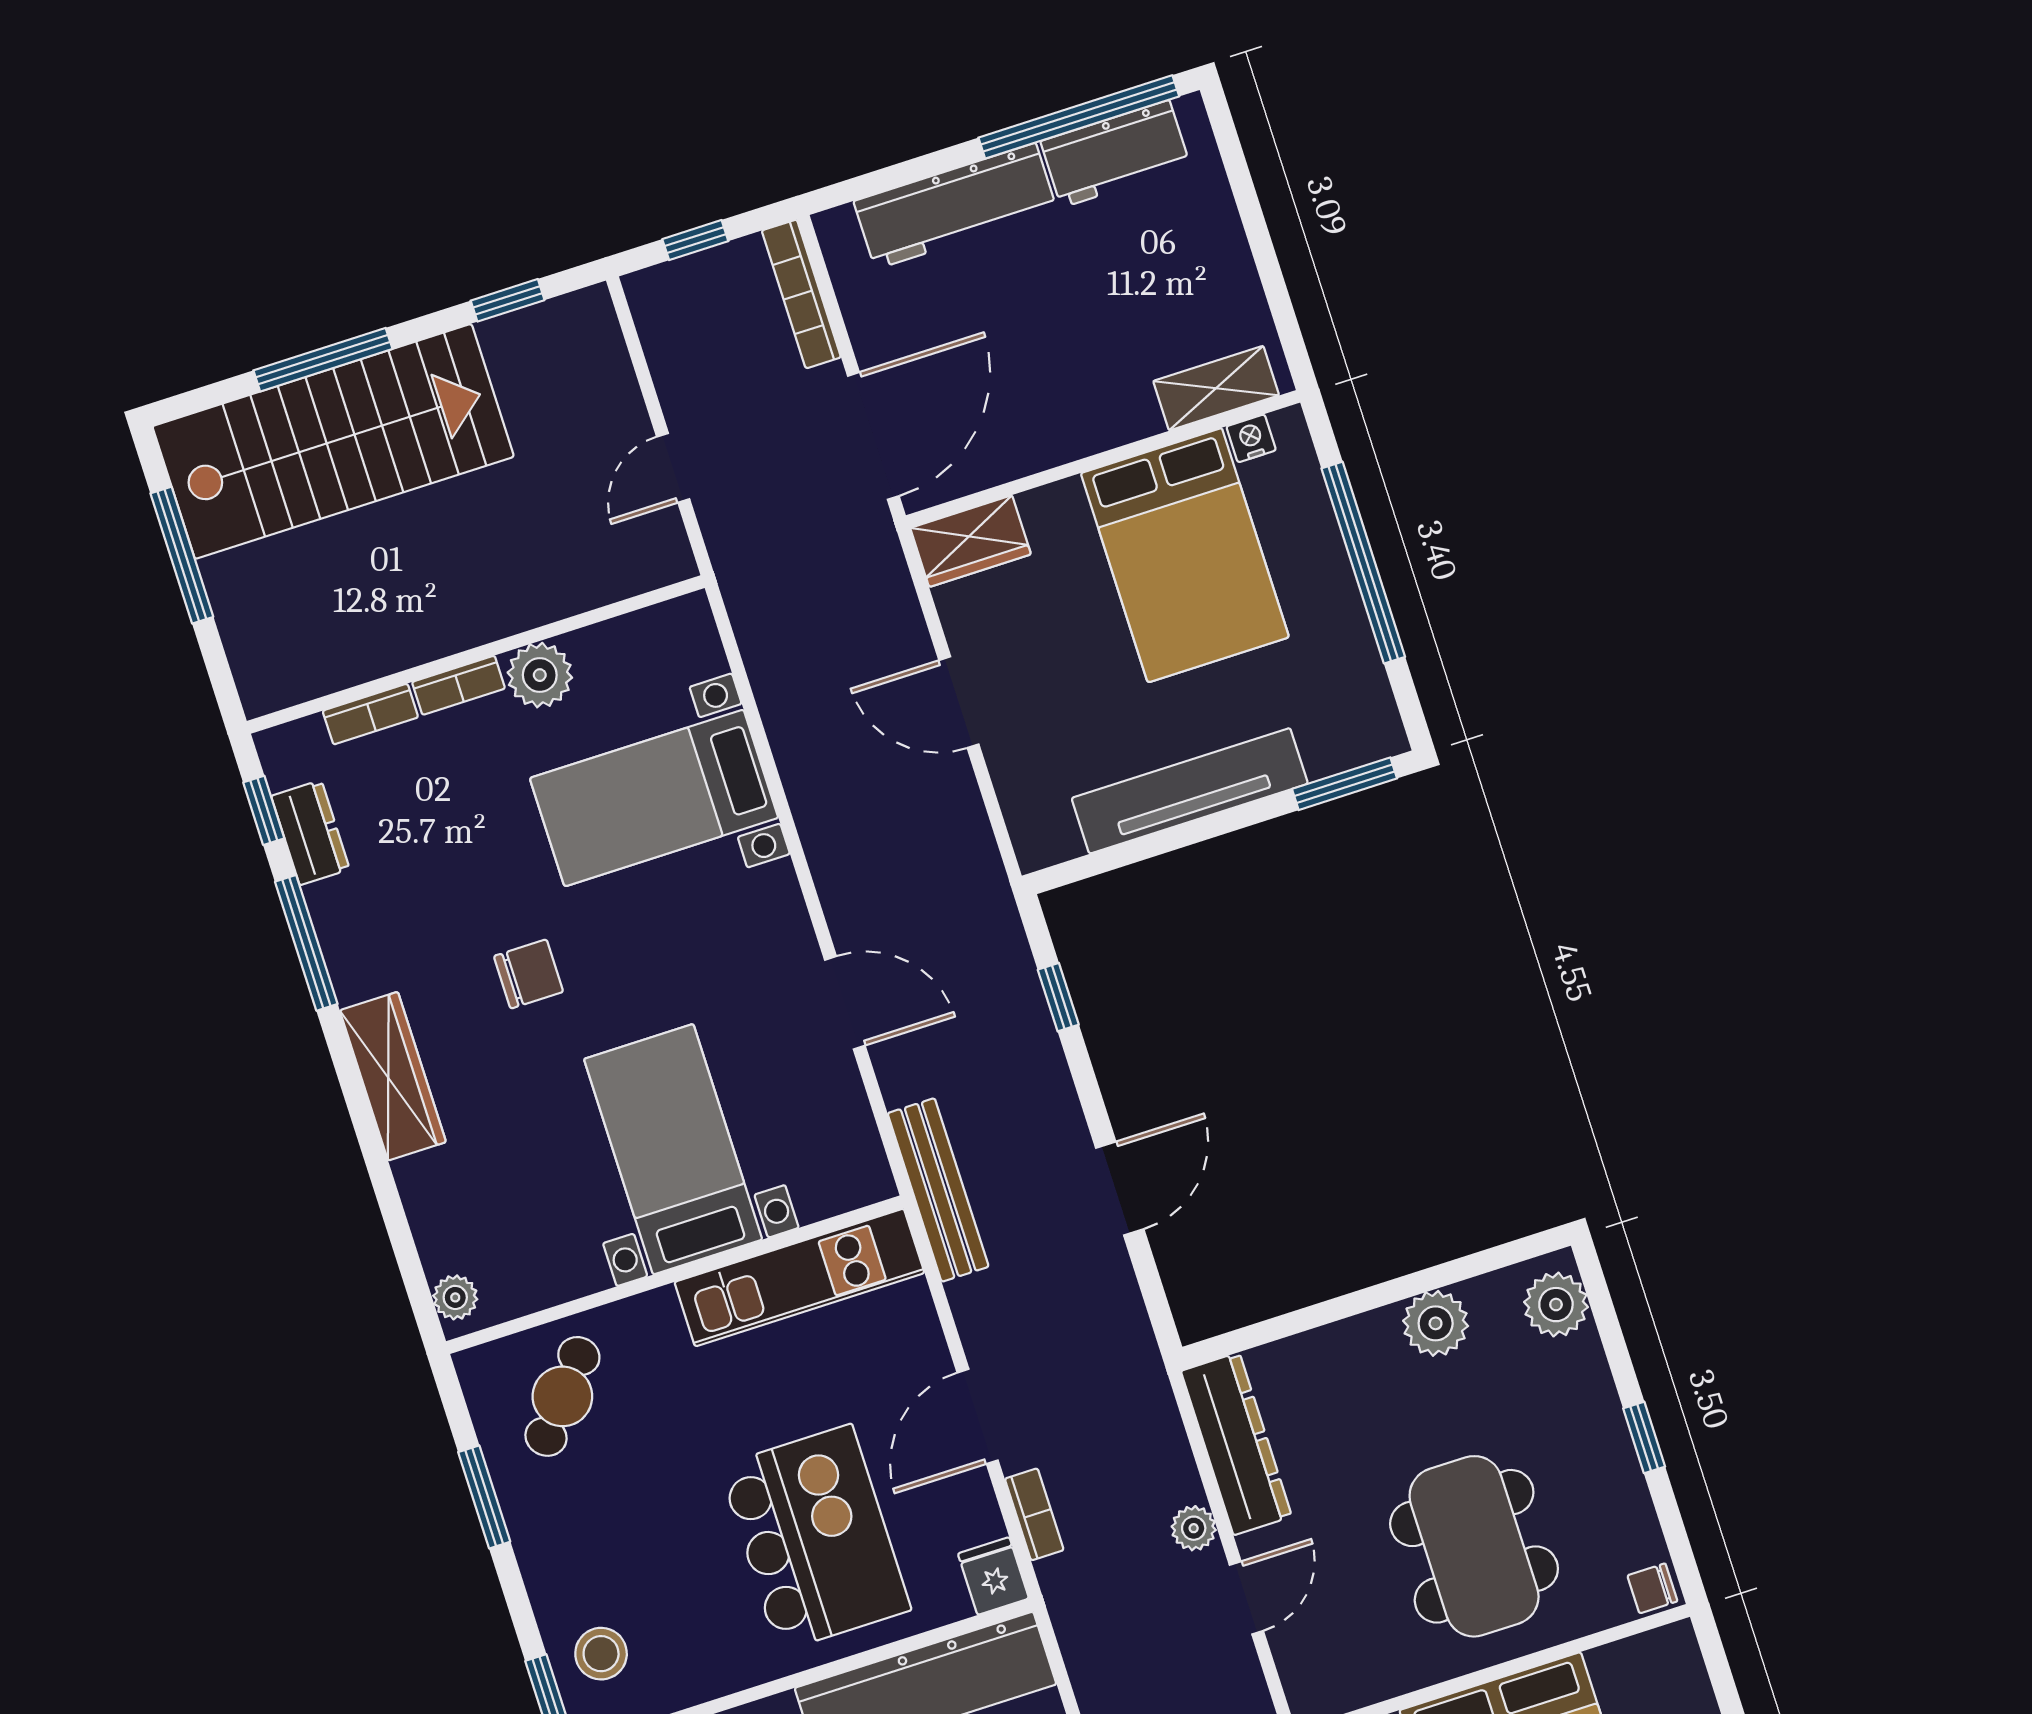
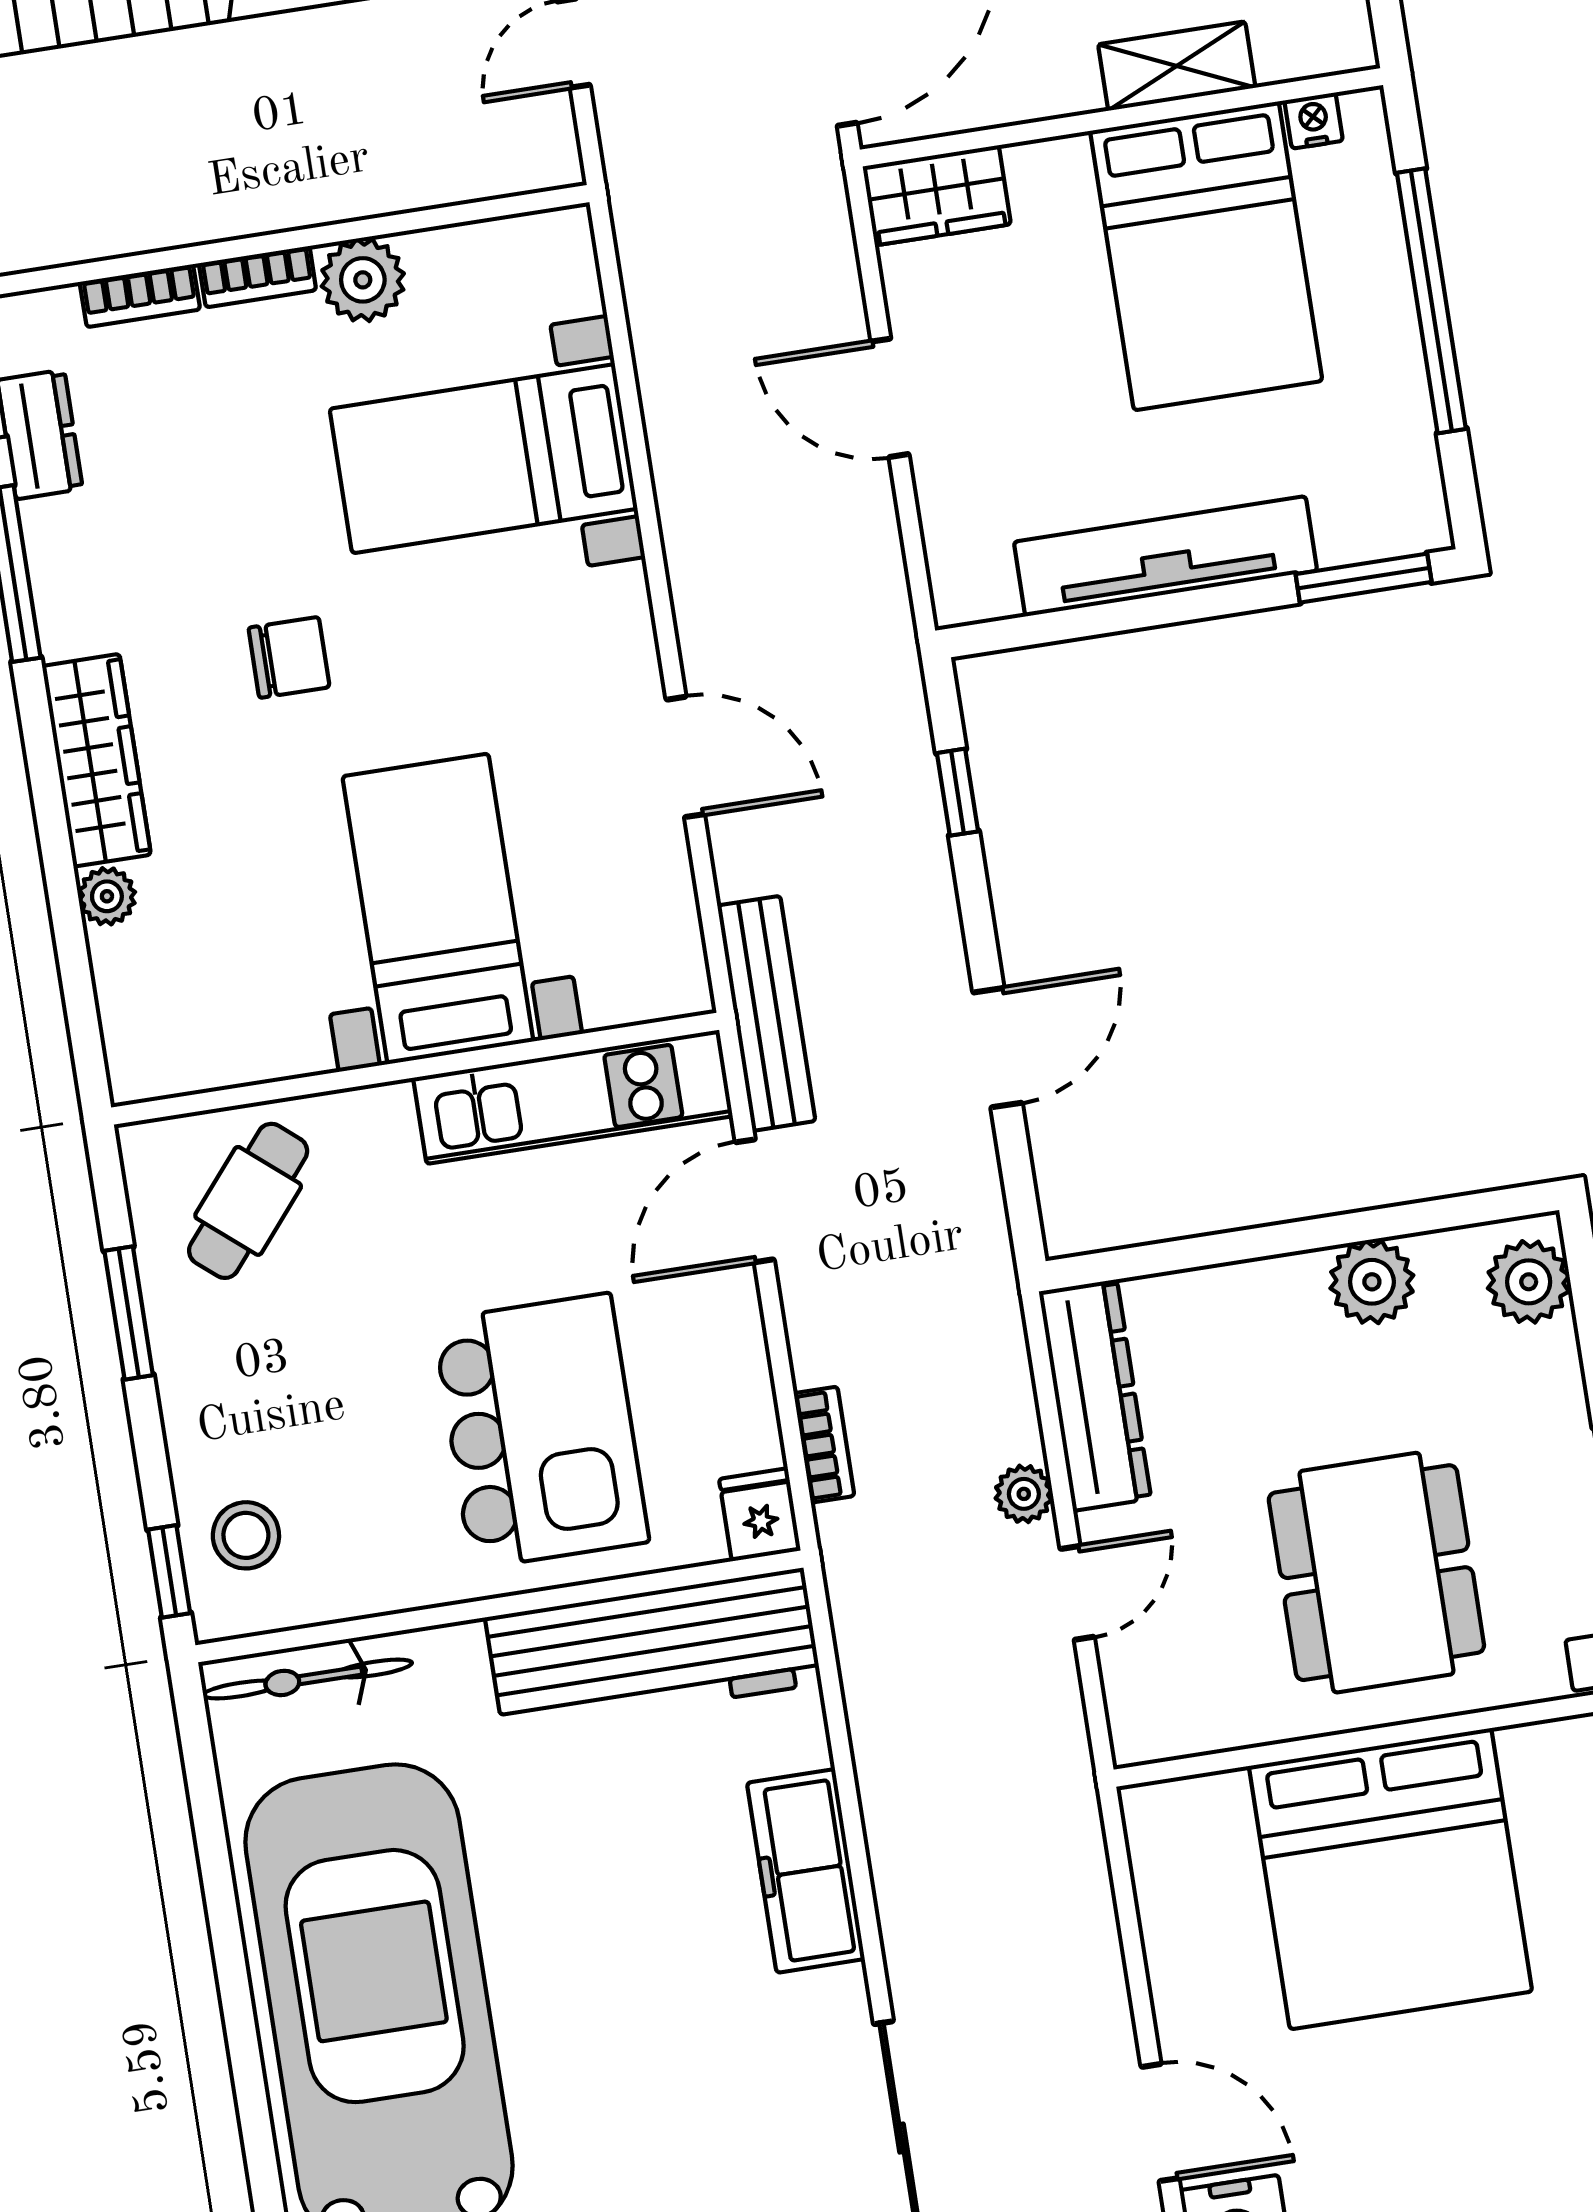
shelving: (1216, 388) -> (1177, 66), moved
plant: (455, 1297) -> (107, 896), moved
door: (978, 1416) -> (755, 1201), moved

